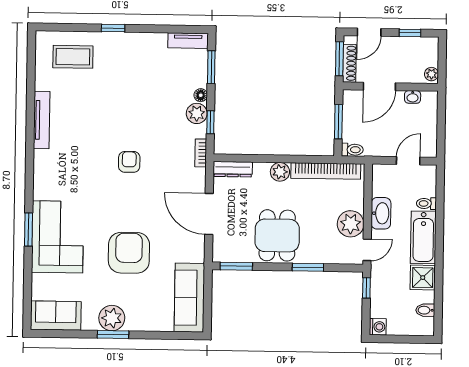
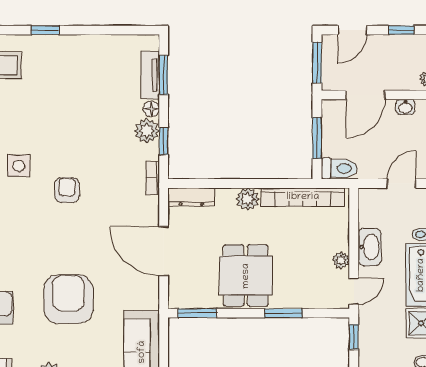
tv unit: (188, 41) -> (150, 75), moved, turned 90
shoe rack: (349, 63) -> (329, 68), removed
side table: (89, 141) -> (19, 166), added
toilet: (352, 150) -> (339, 168), width x1.37, depth x1.39
plant: (351, 224) -> (341, 260), width x0.53, depth x0.53

